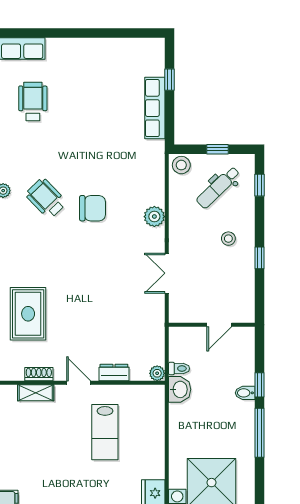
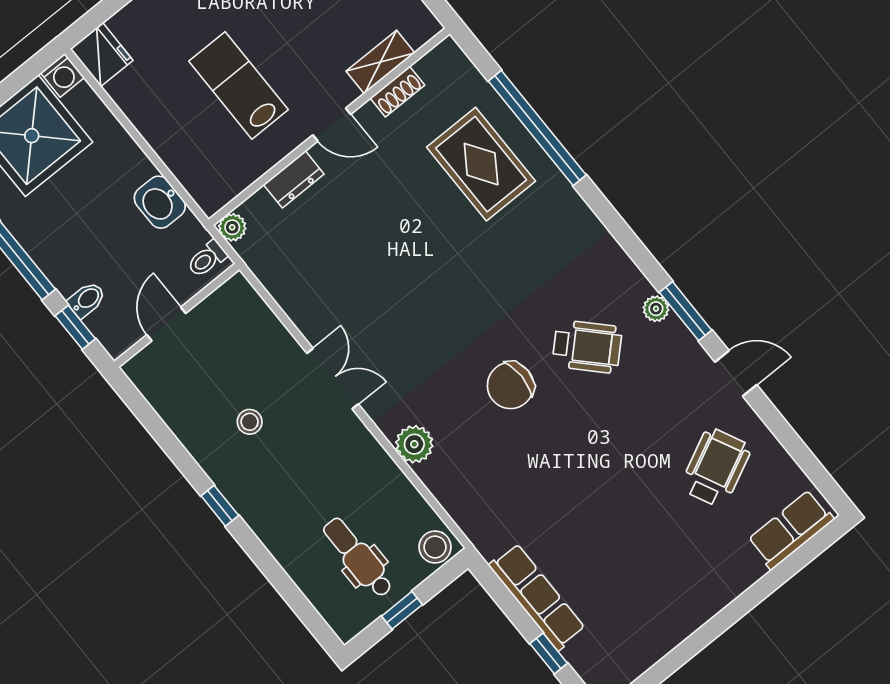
wheelchair: (33, 101) -> (716, 467), turned -116
window: (259, 185) -> (302, 608), removed
dental chair: (218, 187) -> (358, 557), turned -46
stool: (228, 239) -> (250, 422), moved
wall: (212, 325) -> (177, 315), moved
door: (219, 325) -> (166, 324), moved
washbasin: (180, 389) -> (160, 202), moved

